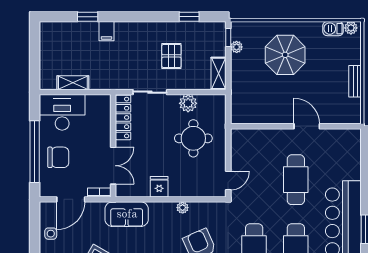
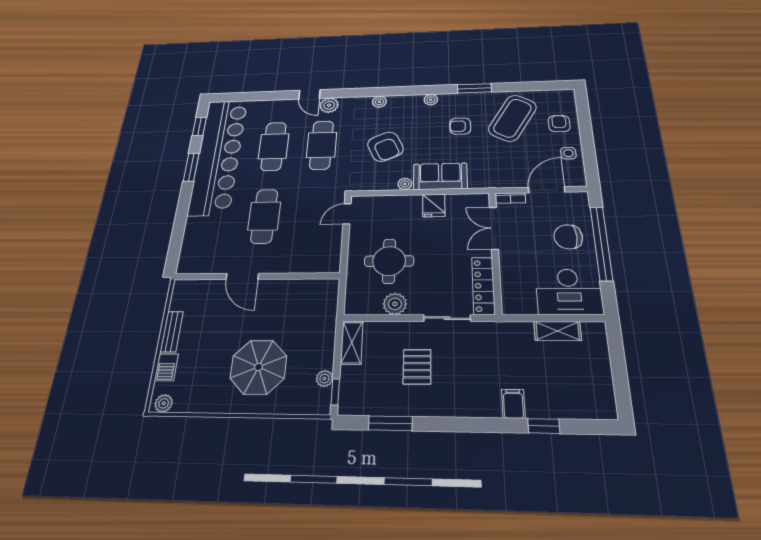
window: (189, 17) -> (390, 423), width x1.50
barbecue: (333, 29) -> (166, 367), moved, turned 90
sofa: (127, 214) -> (440, 176), moved

